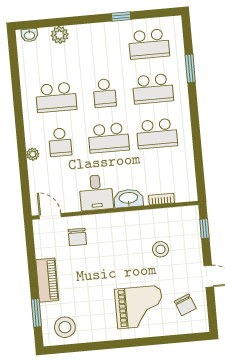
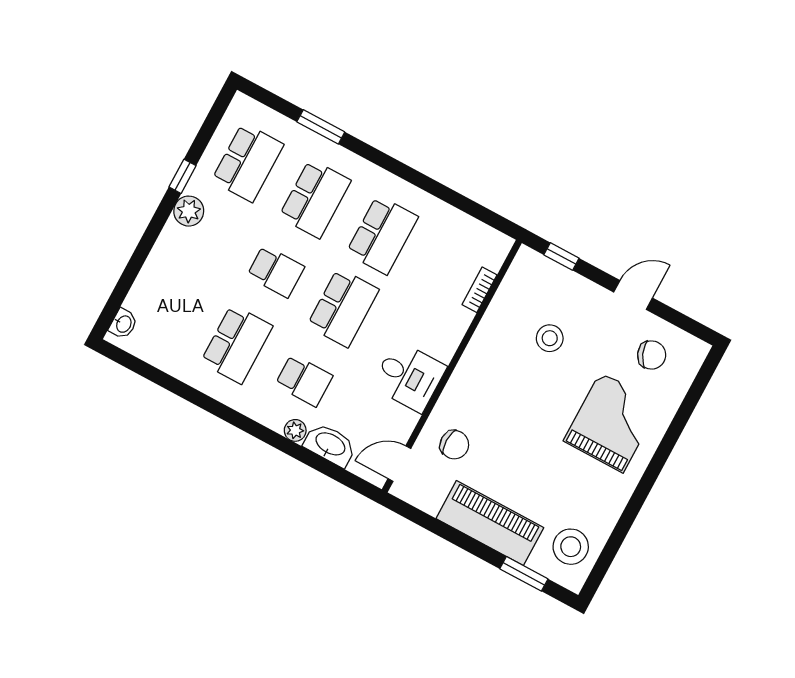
plant: (60, 35) -> (189, 211), moved
washbasin: (128, 198) -> (330, 445), moved, turned 90
piano: (47, 280) -> (490, 523), width x1.37, depth x1.33

